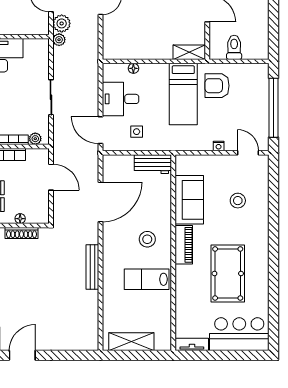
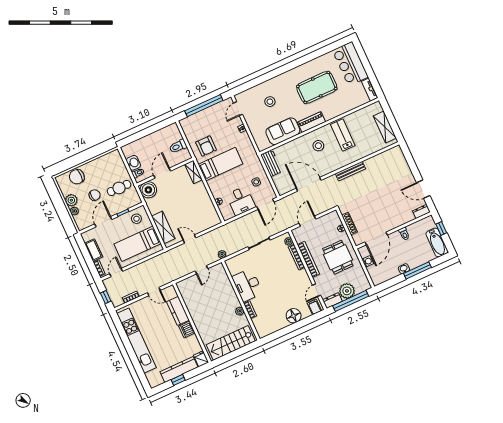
plant: (62, 23) -> (211, 257), removed
lab bench: (147, 279) -> (343, 135), turned 180

